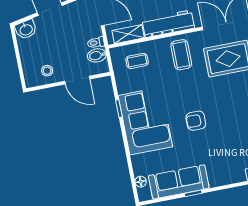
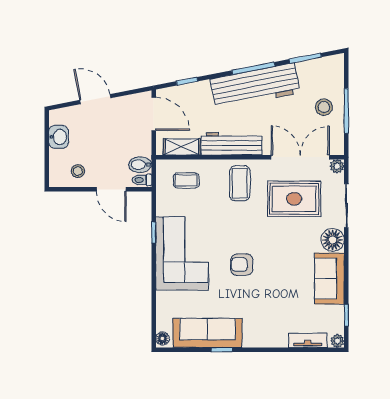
washbasin: (26, 29) -> (59, 137), moved, turned -79
toilet: (96, 43) -> (142, 180), moved
floor lamp: (141, 182) -> (162, 338), moved

